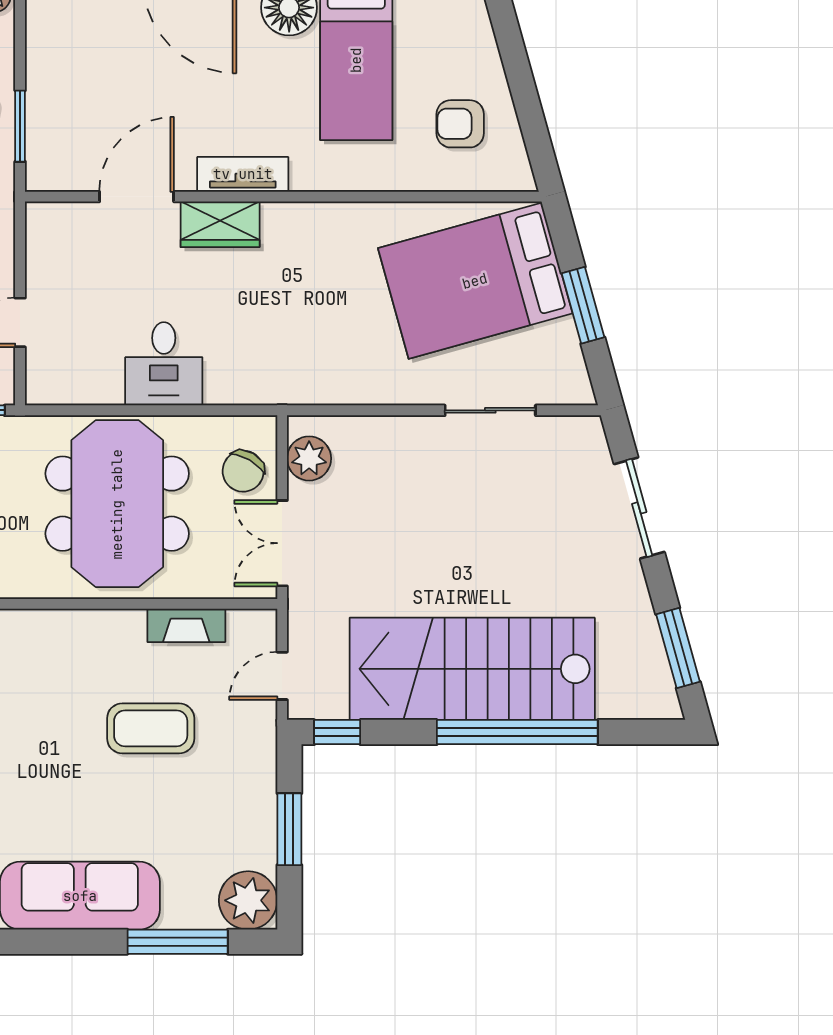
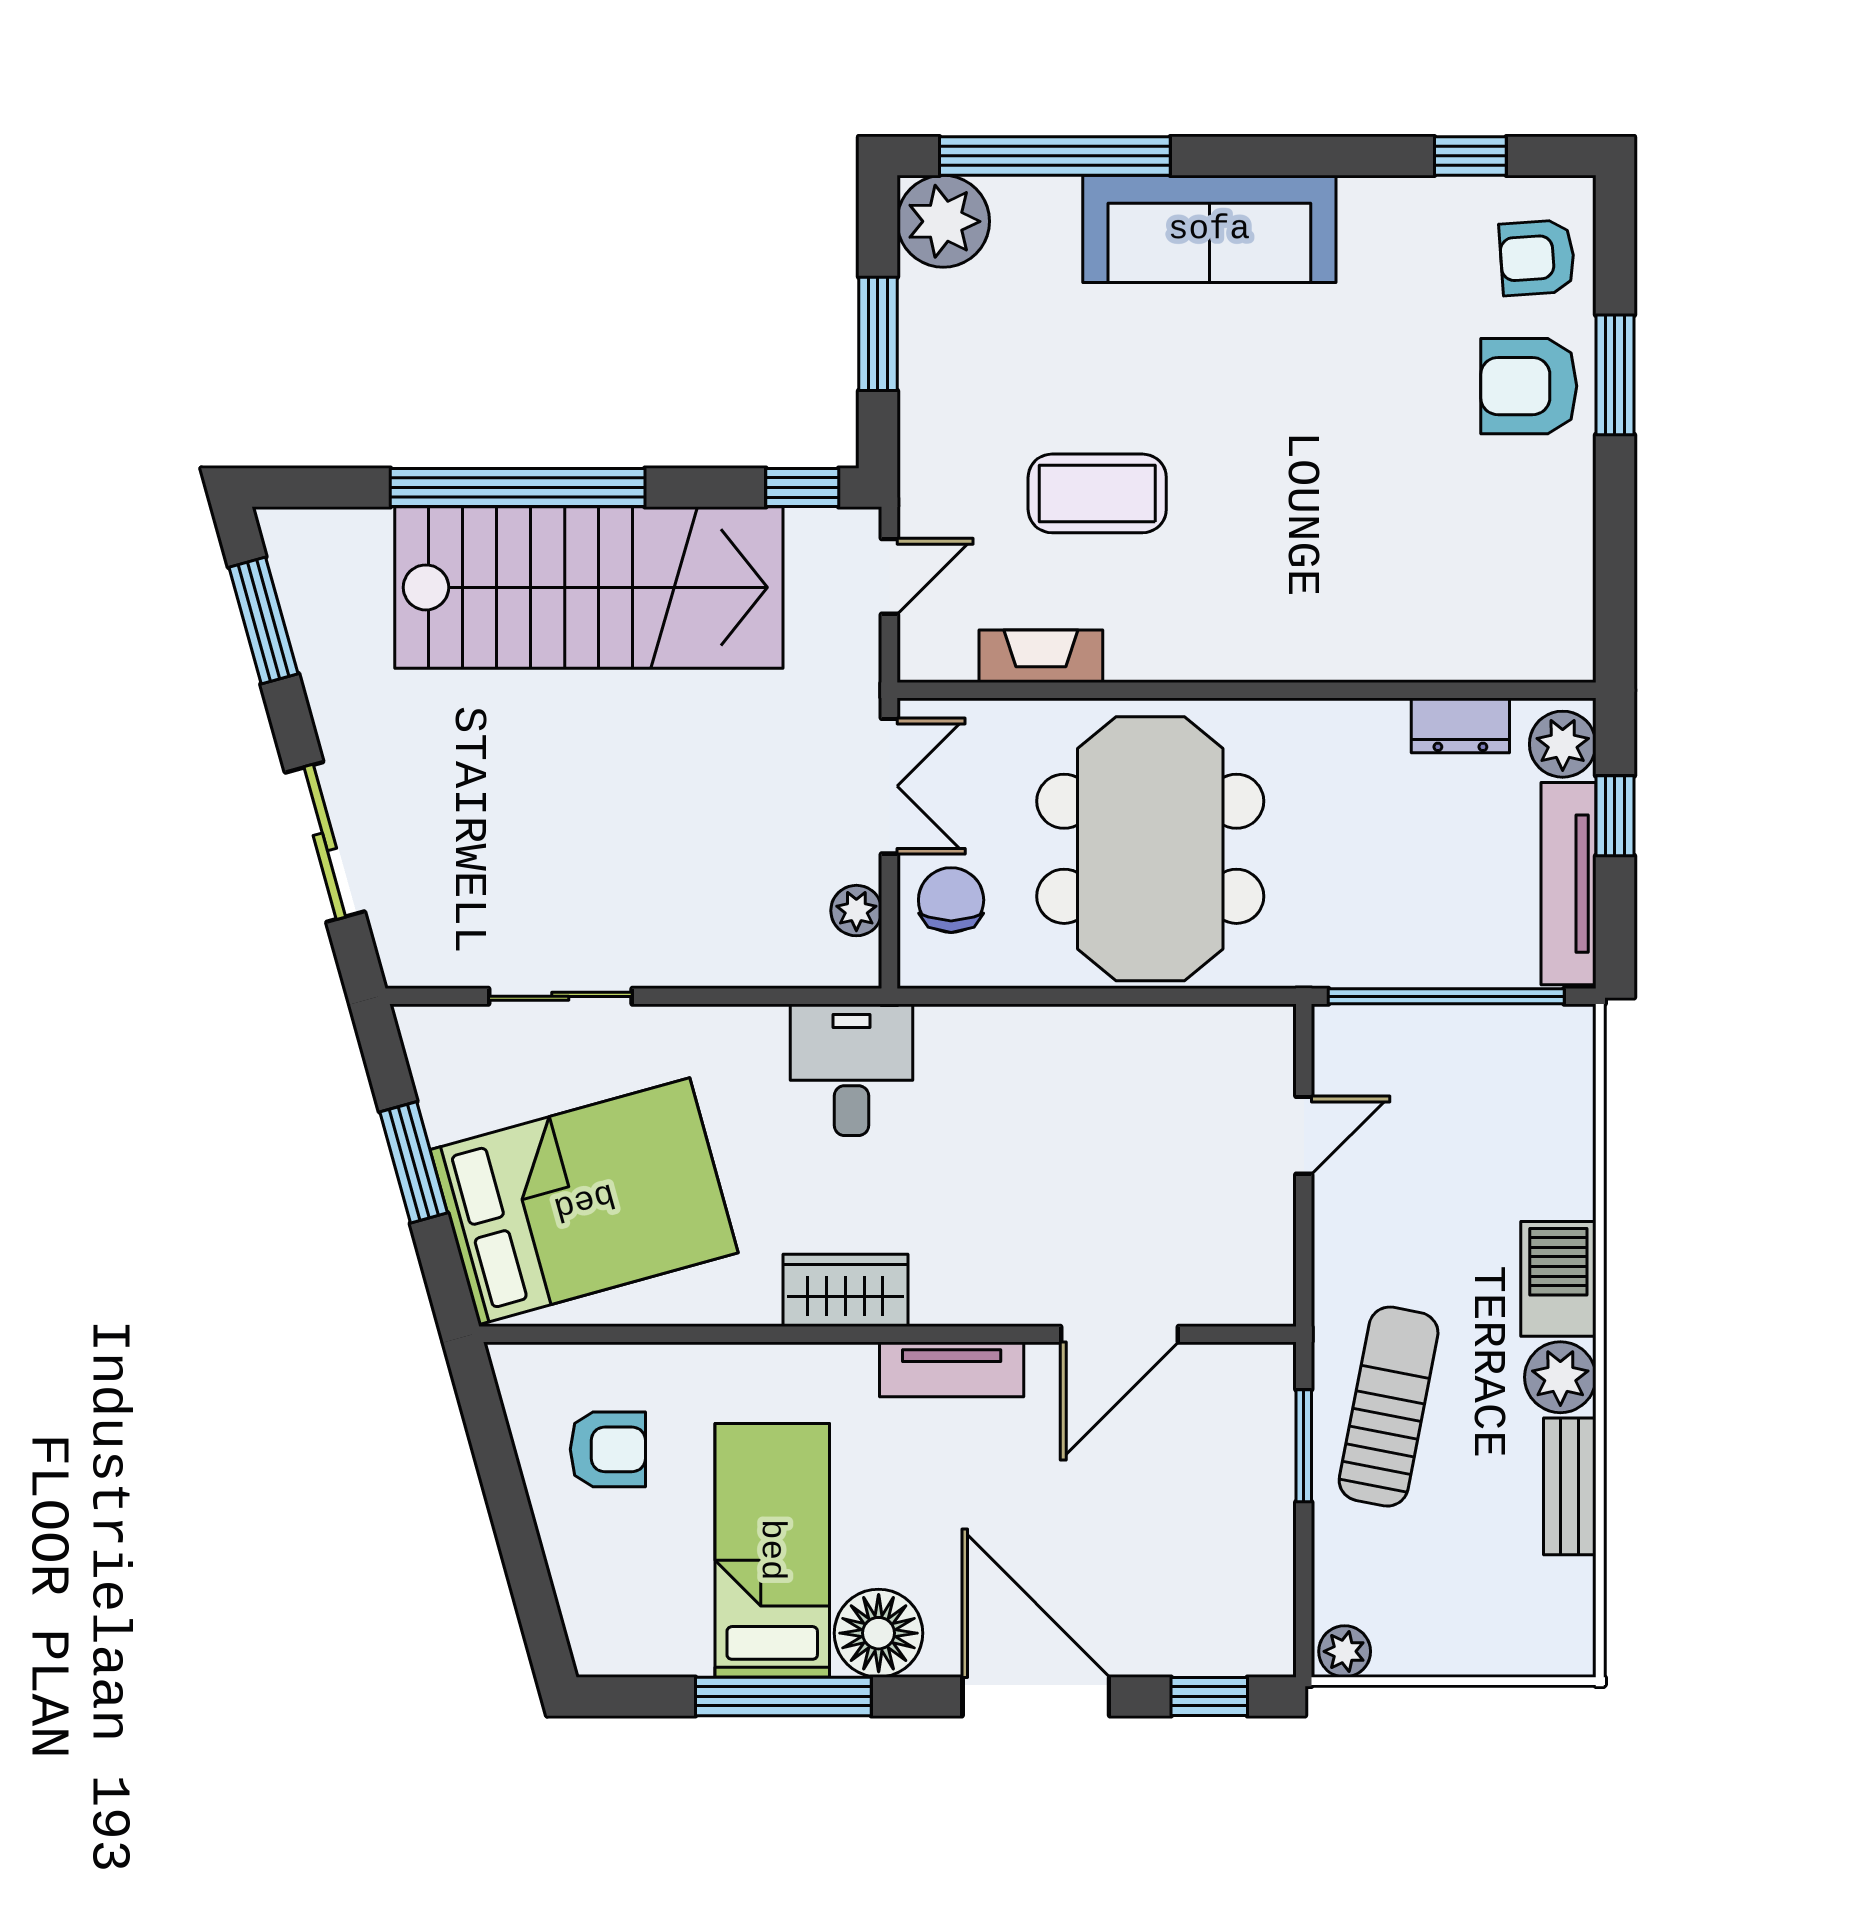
wardrobe: (220, 224) -> (845, 1290), moved
desk: (164, 364) -> (851, 1070), moved
plant: (309, 458) -> (856, 911), width x0.73, depth x0.73
chair: (243, 471) -> (951, 900), turned -30
window: (178, 942) -> (1055, 156), width x1.46

